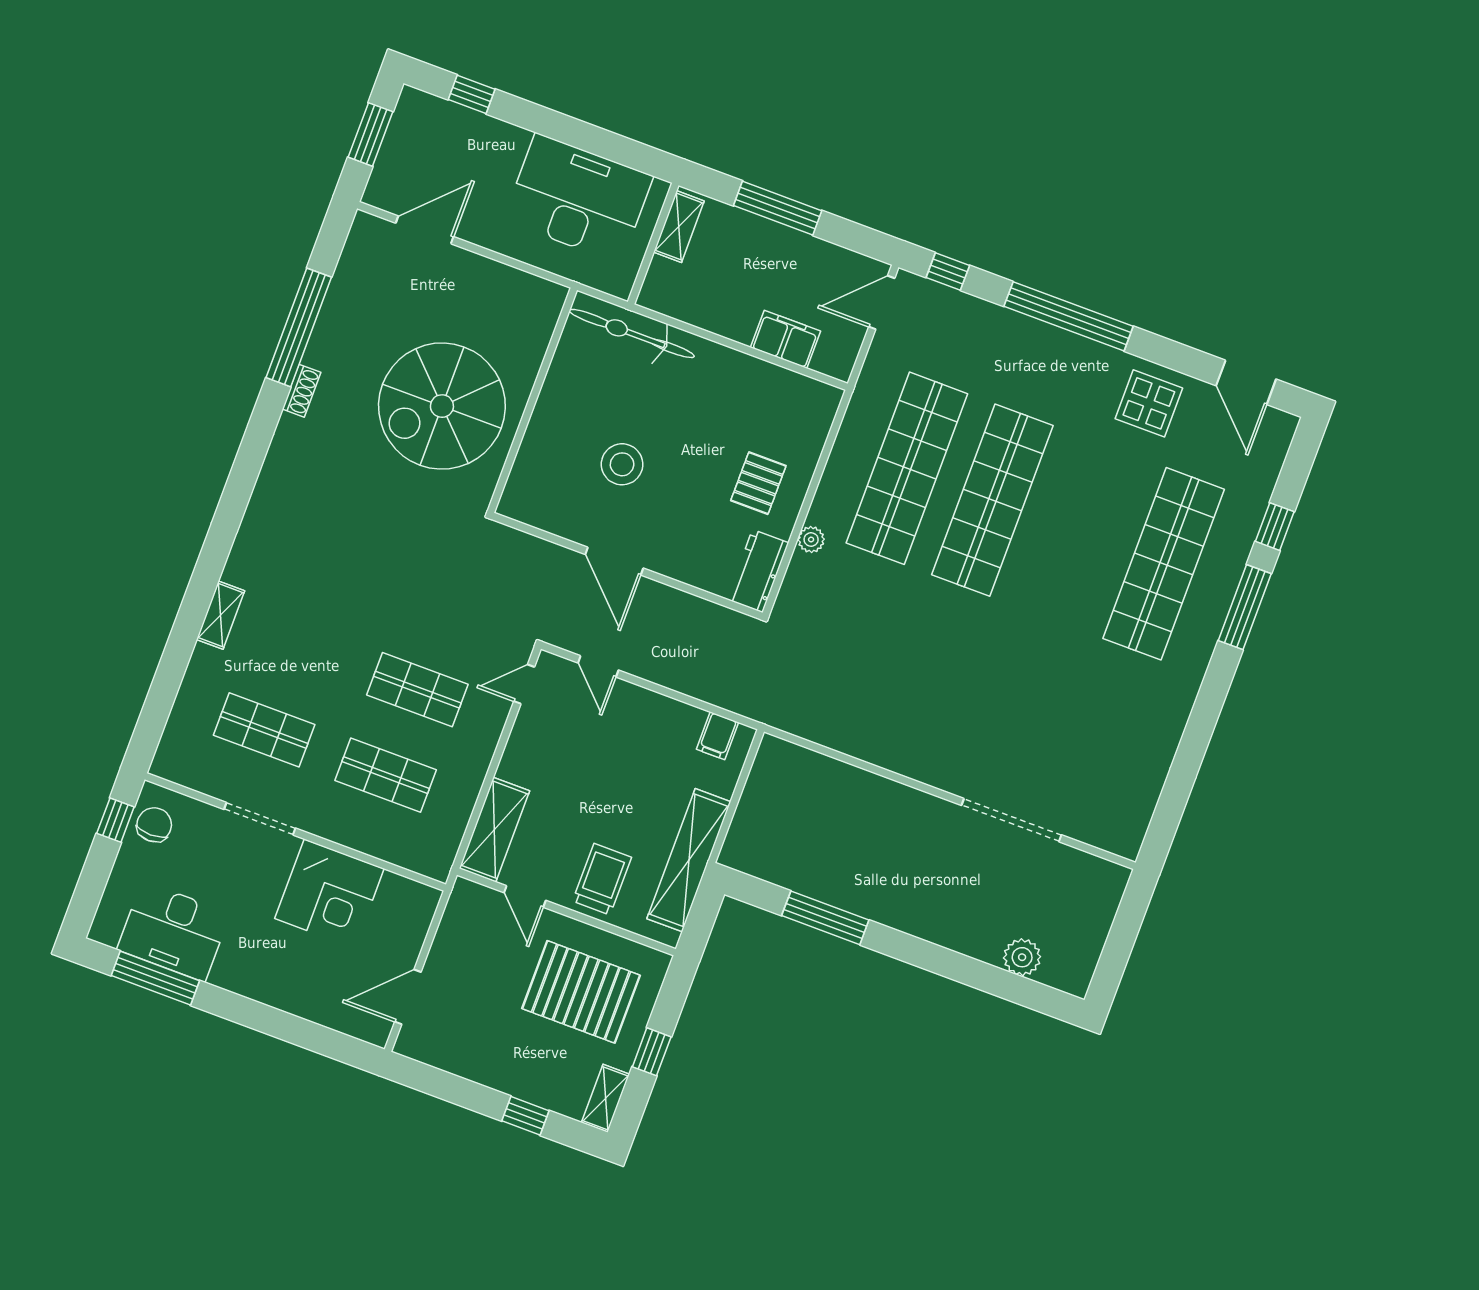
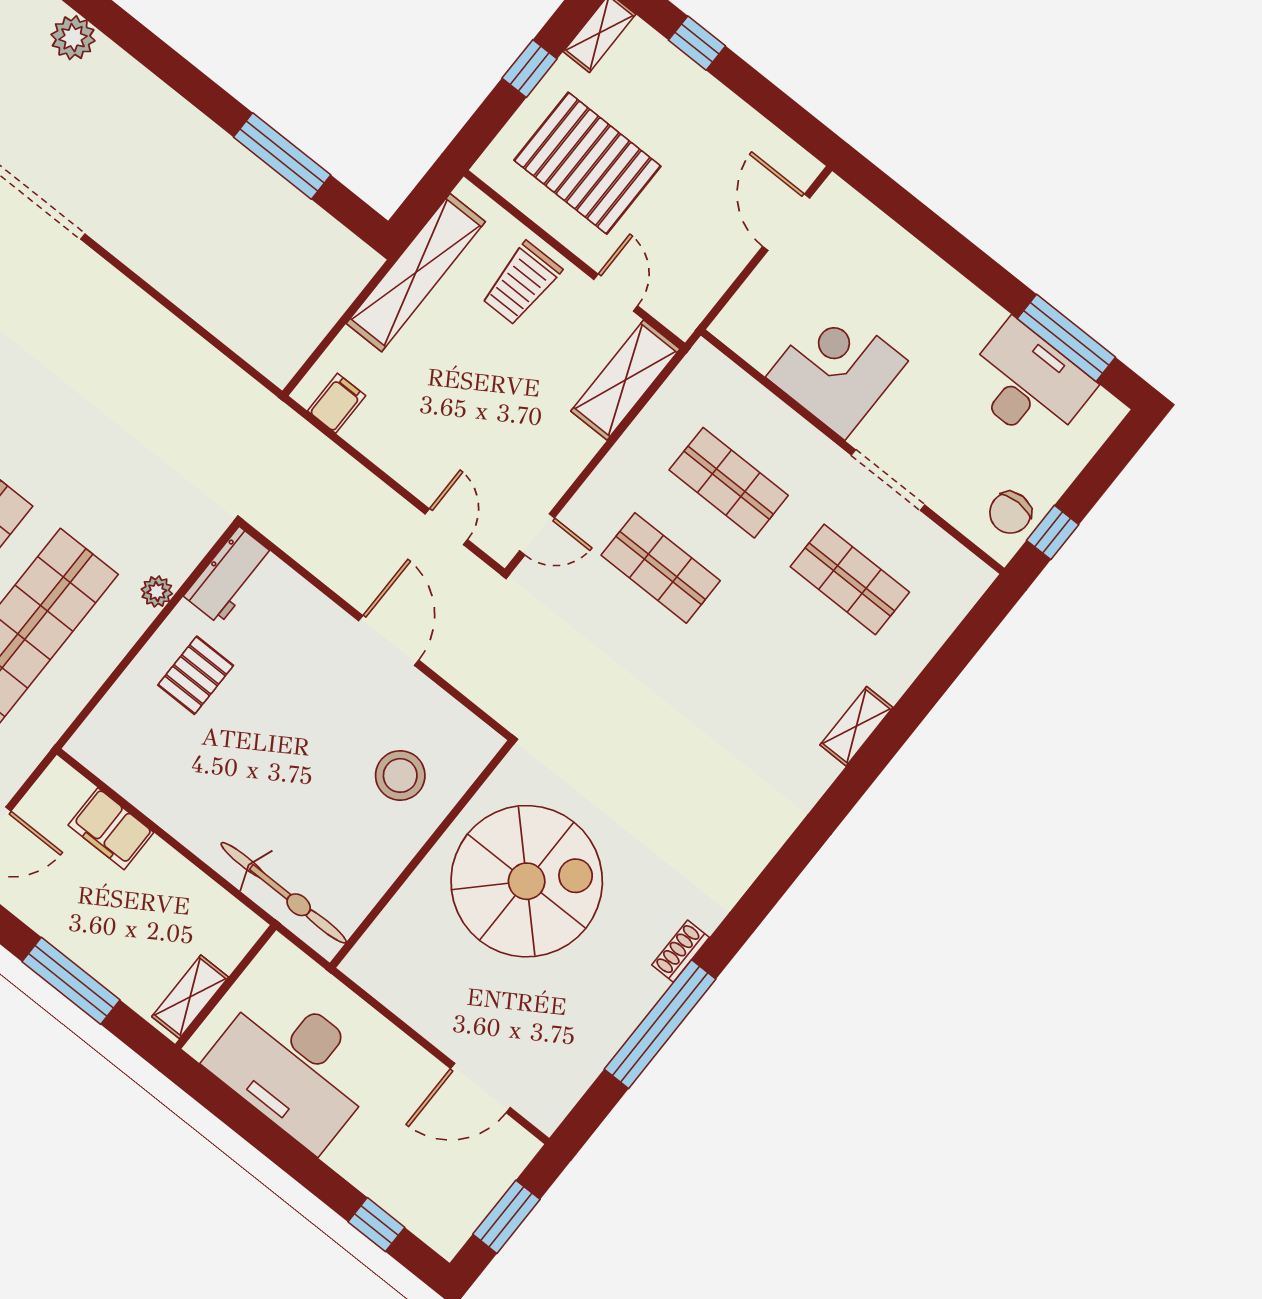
stool: (622, 464) -> (400, 775), moved
door: (408, 997) -> (786, 222), swing flipped

